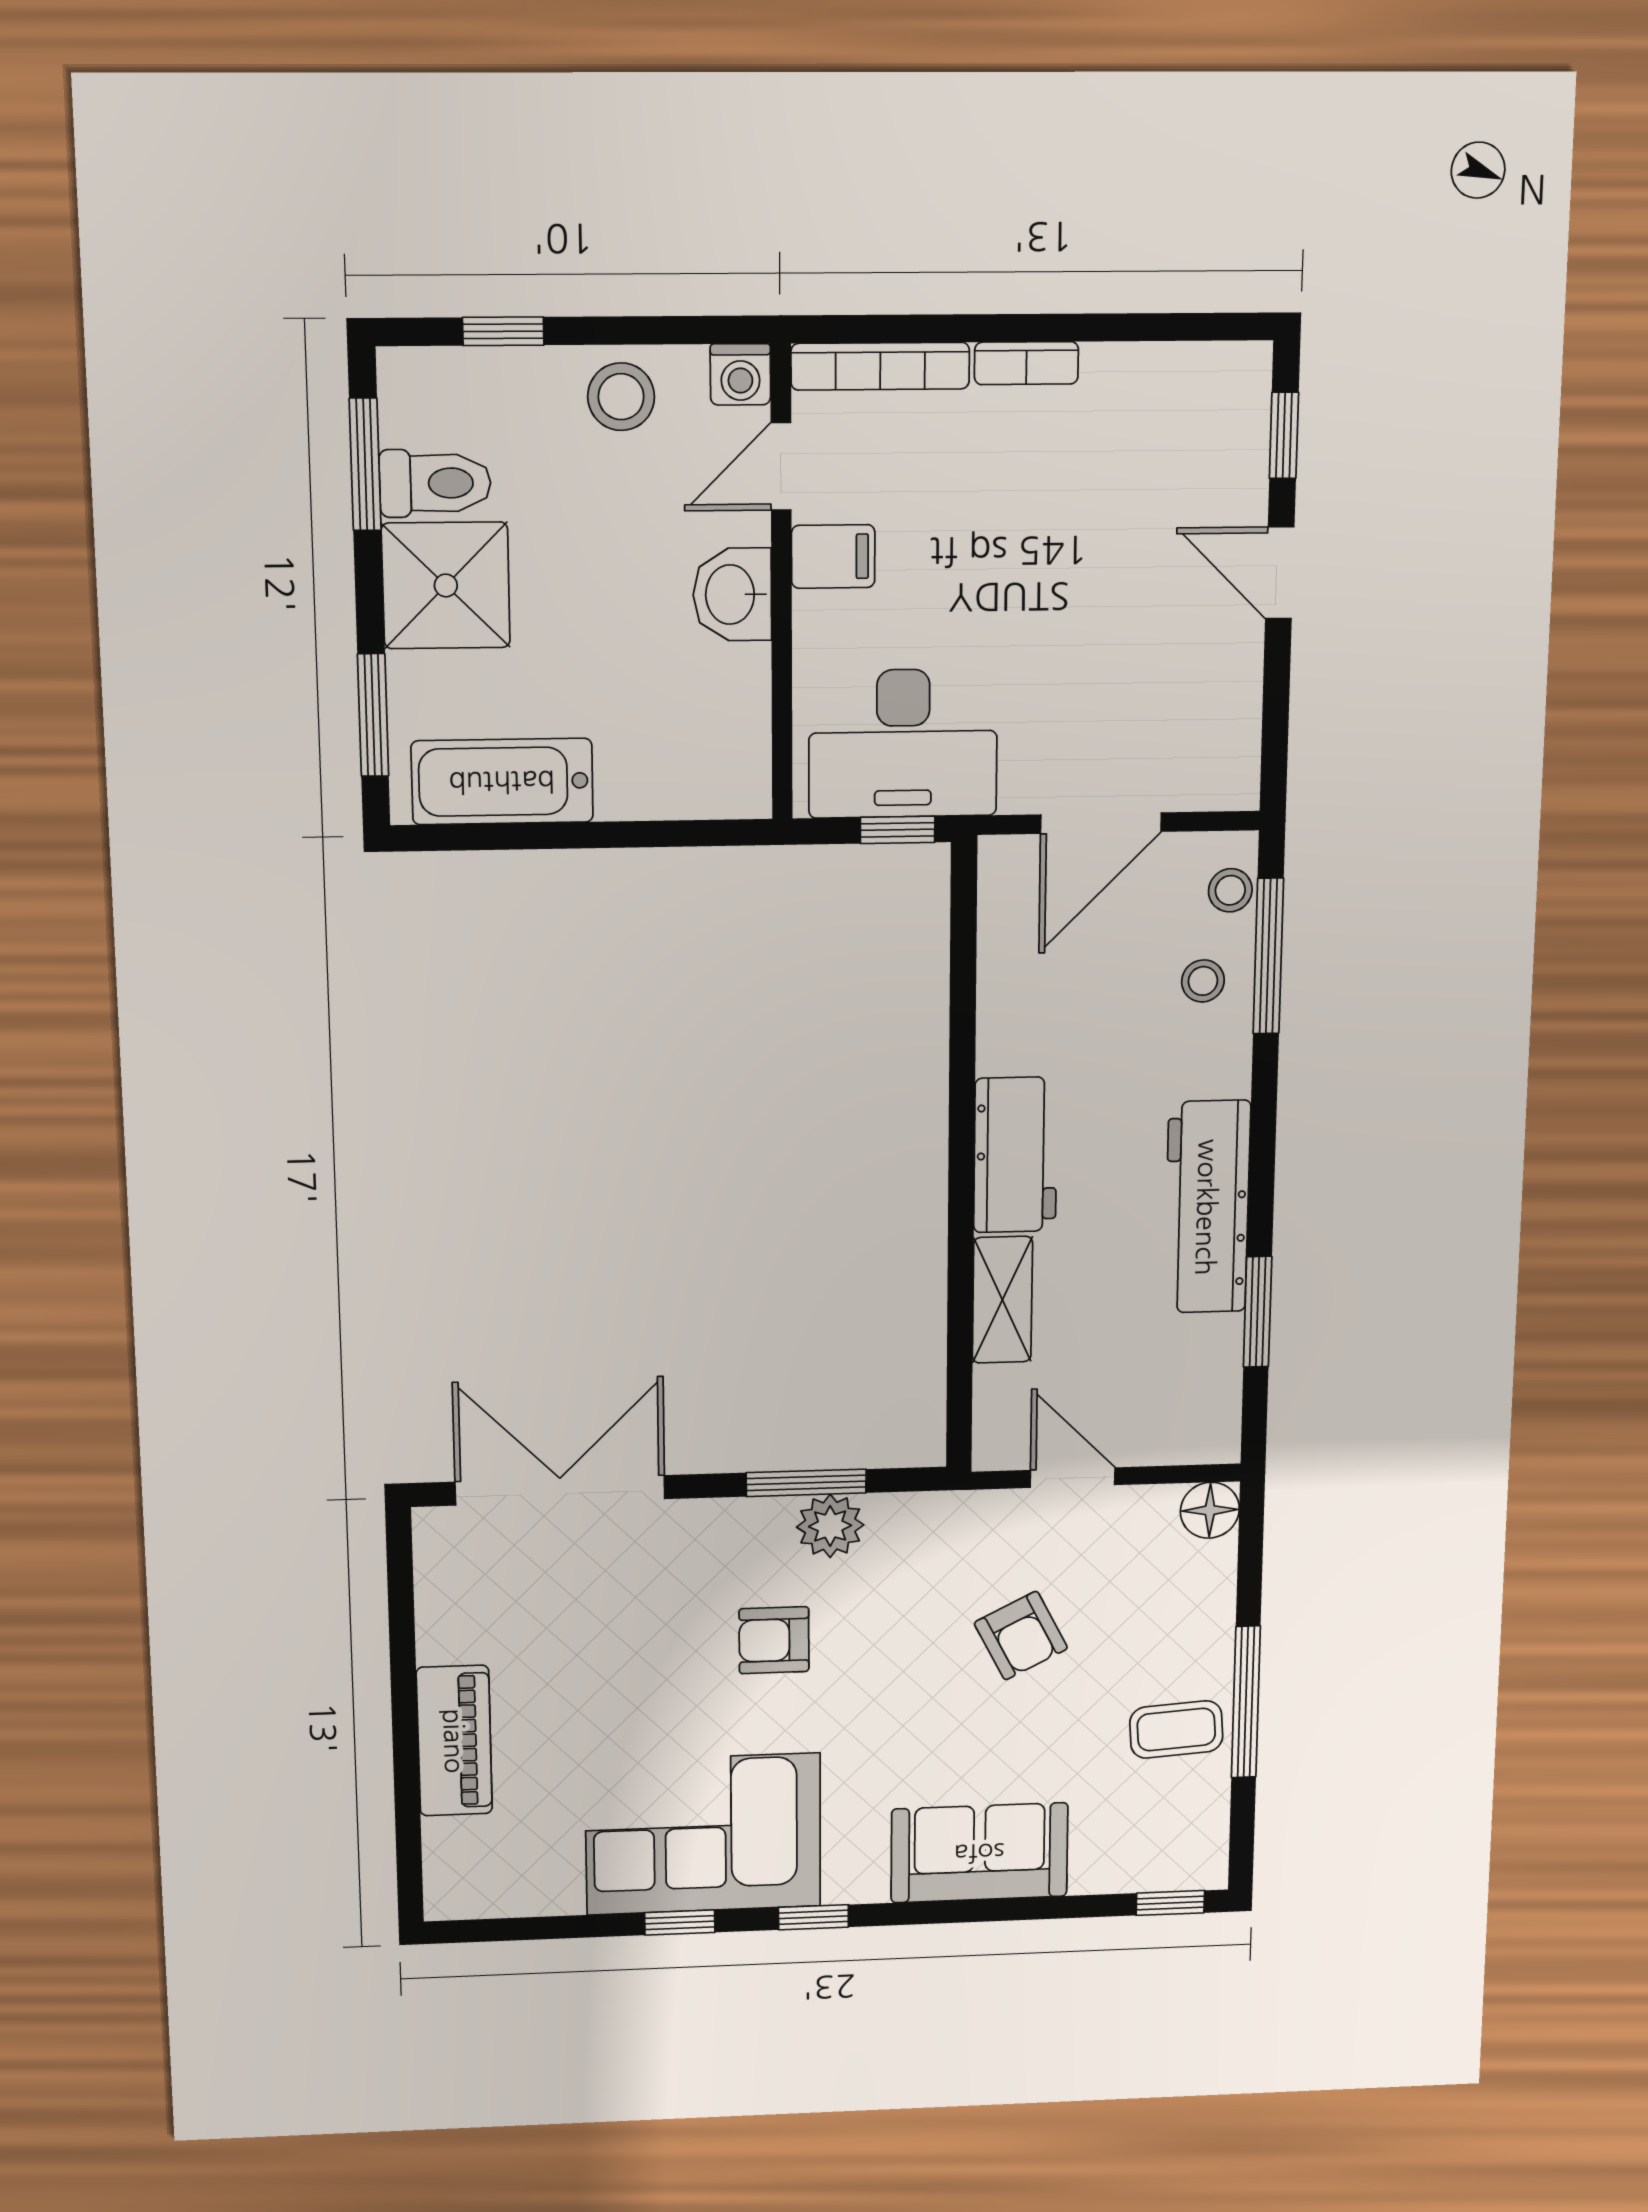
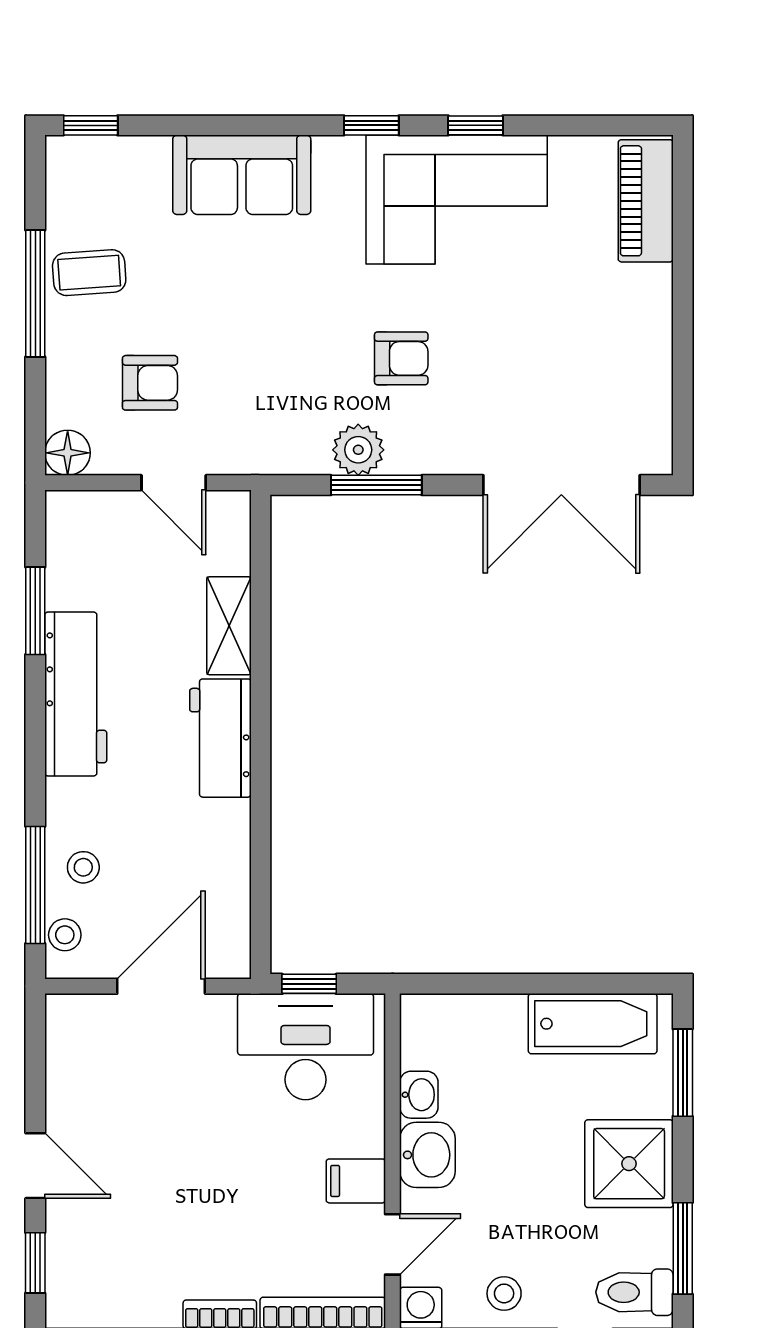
stool: (621, 397) -> (504, 1293), width x0.73, depth x0.73
toilet: (435, 483) -> (634, 1292), moved
washbasin: (745, 679) -> (419, 1095), added
armchair: (1021, 1636) -> (150, 383), moved, turned 117
piano: (454, 1741) -> (646, 201), moved

